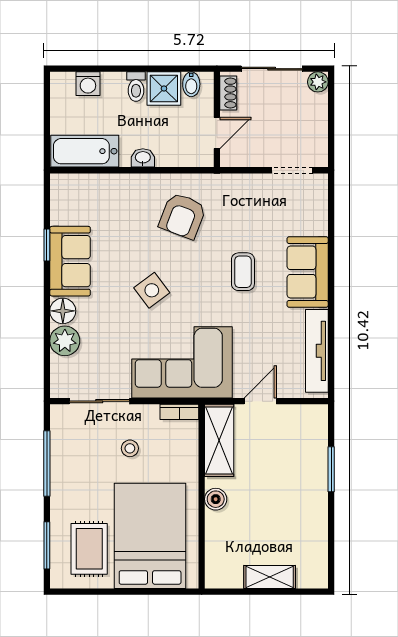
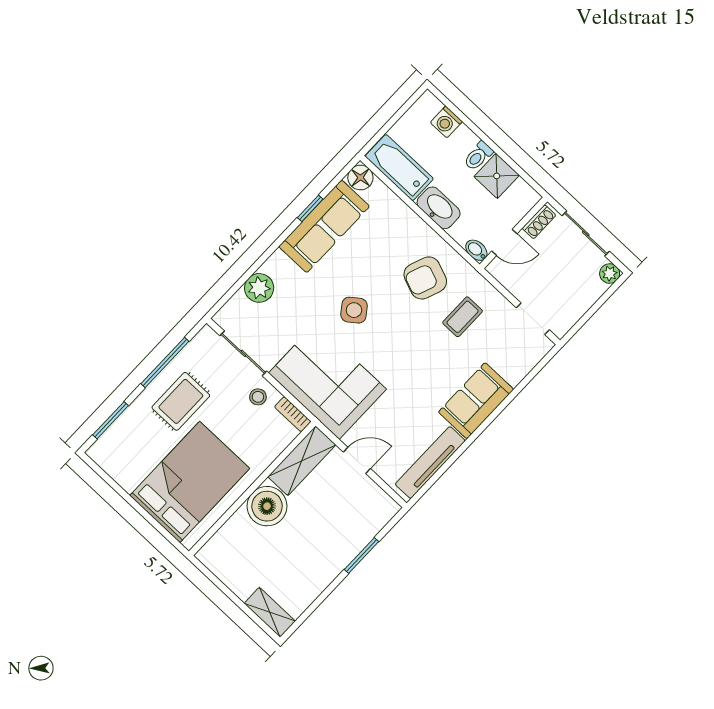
bidet: (191, 84) -> (476, 250), moved, turned 90
washbasin: (143, 158) -> (439, 208), width x1.91, depth x1.45
sofa: (70, 261) -> (324, 226), width x1.36
coffee table: (243, 272) -> (463, 317), moved
floor lamp: (63, 311) -> (360, 178), moved
stool: (130, 448) -> (258, 397), moved
boiler: (216, 499) -> (267, 506), width x1.86, depth x1.86
rug: (89, 549) -> (181, 401), moved
shelving: (270, 577) -> (270, 612), moved

